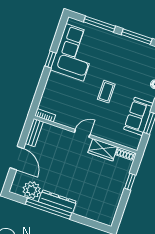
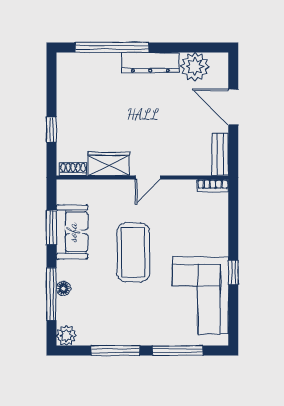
coffee table: (106, 92) -> (133, 252), width x1.86, depth x1.72
window: (49, 209) -> (112, 47), moved

